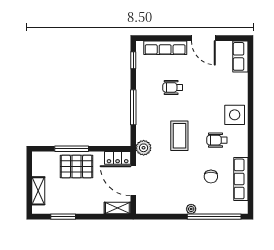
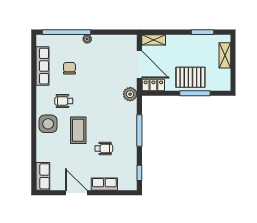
row of seats: (165, 48) -> (104, 184), width x0.68
coffee table: (179, 136) -> (78, 130), moved
wheelchair: (217, 140) -> (64, 101), turned 180

